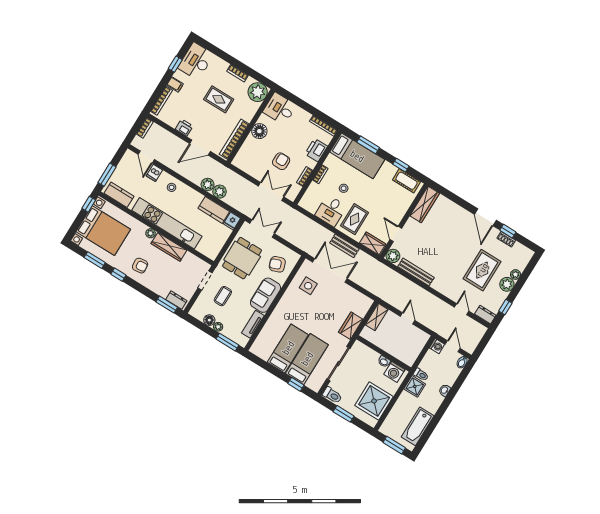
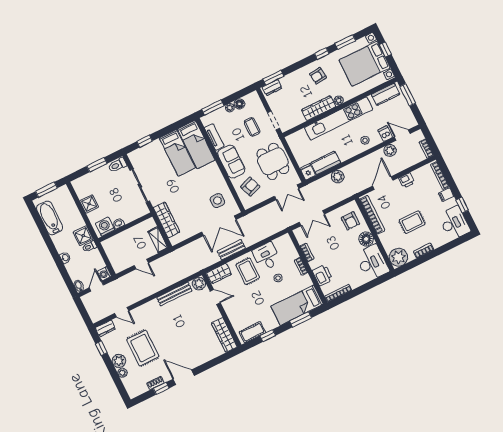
desk: (280, 109) -> (372, 263), width x1.37
armchair: (281, 161) -> (350, 221), moved
plant: (208, 185) -> (390, 150), moved
window: (89, 204) -> (385, 49), moved
wardrobe: (351, 326) -> (167, 220), width x1.50
door: (453, 346) -> (96, 286), swing flipped
bed: (307, 359) -> (196, 144), moved
shower: (374, 401) -> (89, 204), width x0.54, depth x0.54

